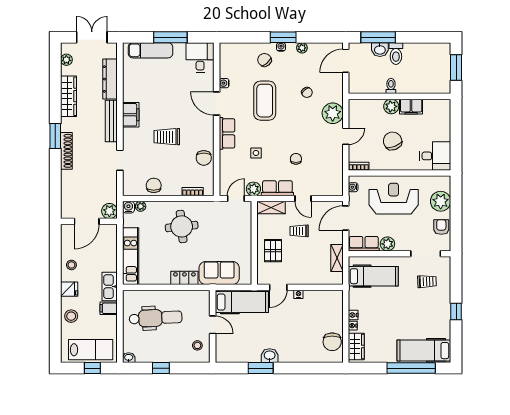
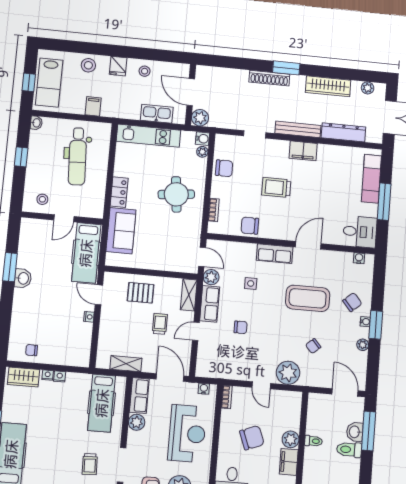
water cooler: (224, 83) -> (359, 258), moved
trolley: (167, 137) -> (276, 187), turned -90
kitchen sink: (110, 287) -> (157, 114), moved
chair: (332, 342) -> (32, 350), width x0.54, depth x0.54

